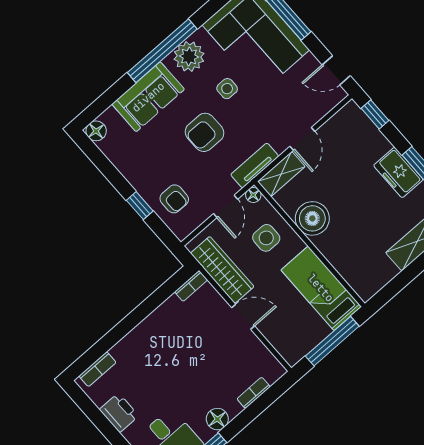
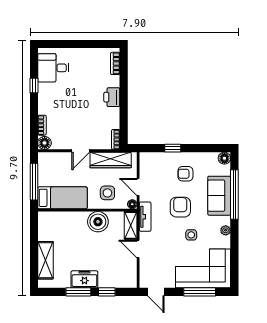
window: (162, 51) -> (234, 195), moved
plant: (189, 56) -> (226, 230), width x0.53, depth x0.53
door: (336, 70) -> (156, 292), swing flipped
window: (375, 114) -> (107, 292), moved
armchair: (174, 199) -> (185, 174), moved
printer: (119, 413) -> (112, 97), moved, turned 90
floor lamp: (217, 419) -> (45, 143), moved

